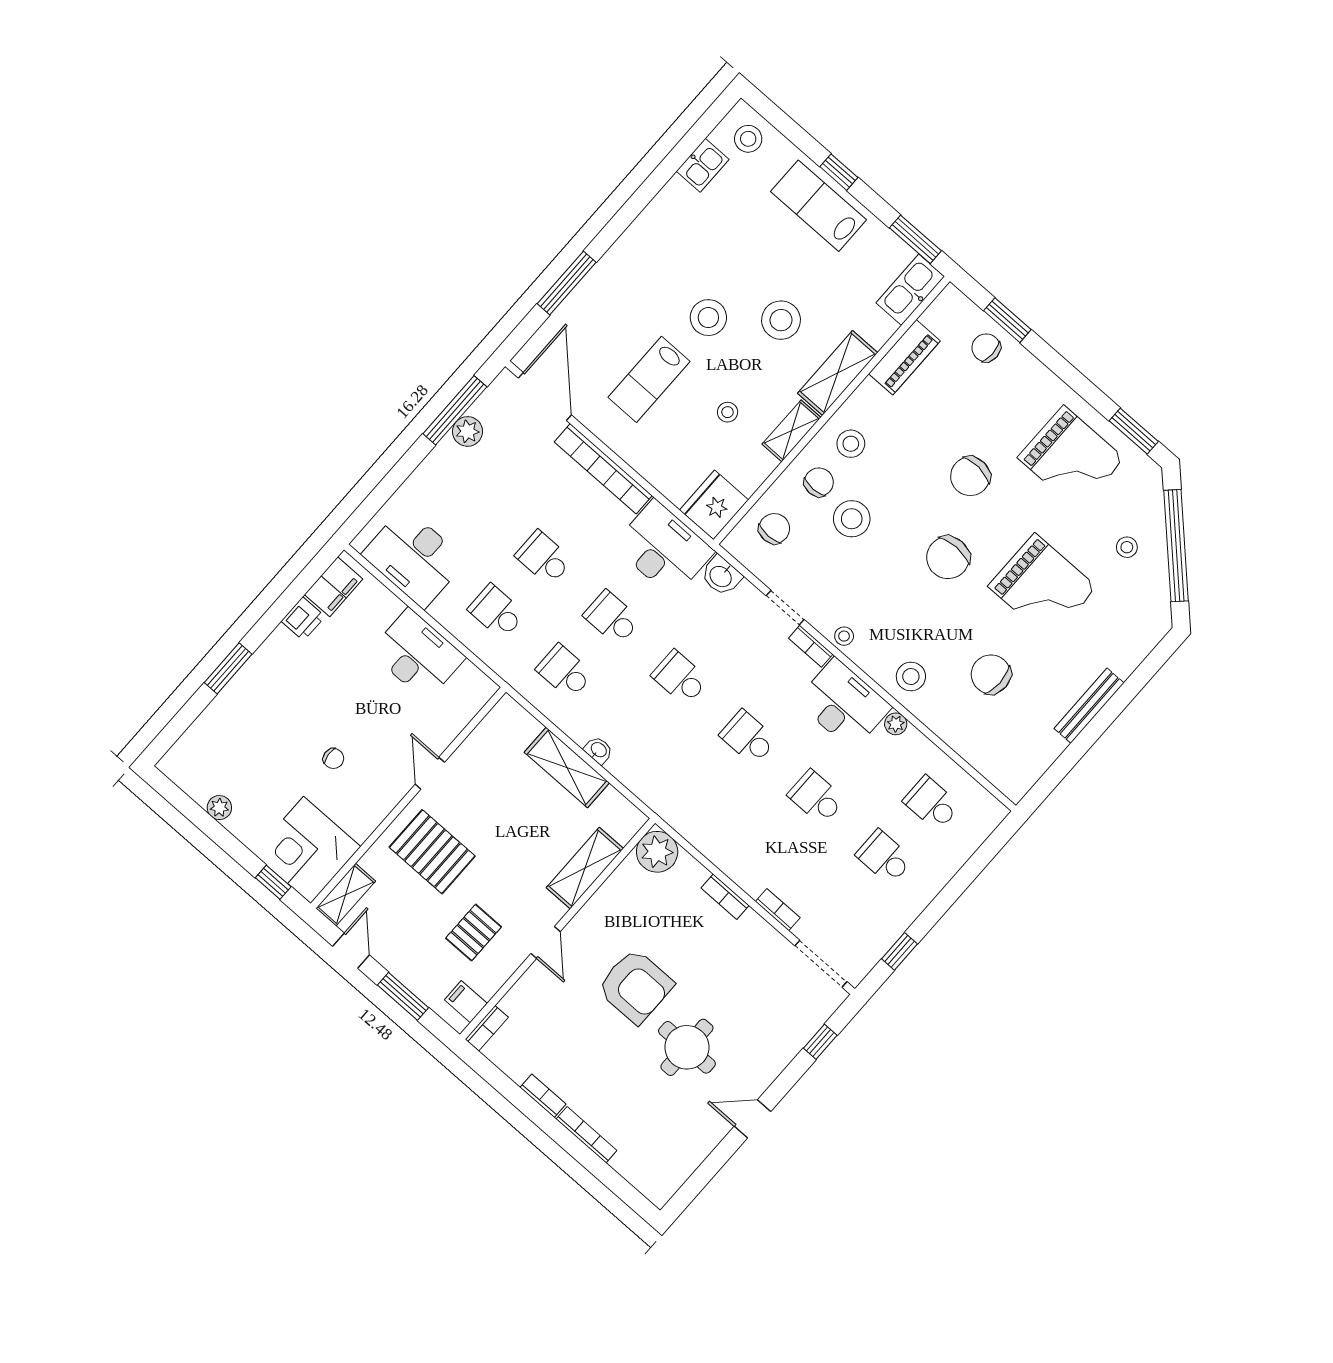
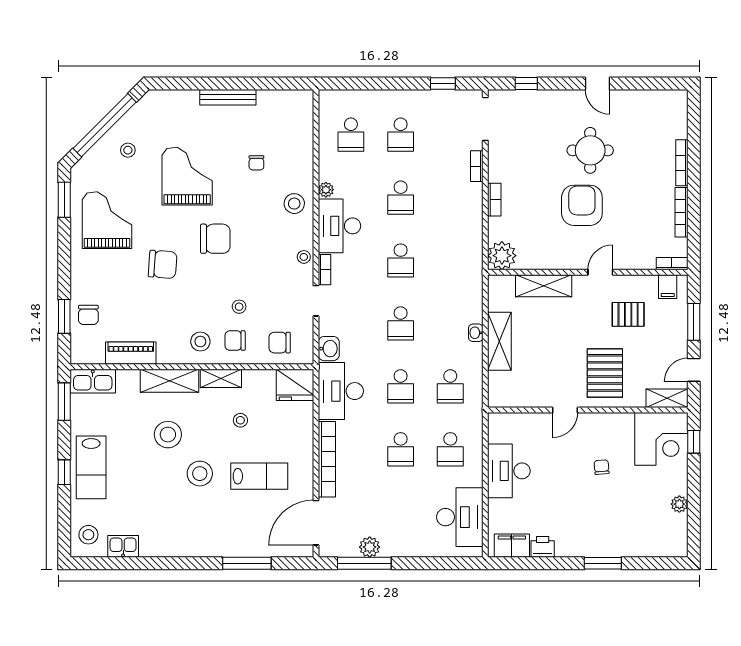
stool: (852, 519) -> (239, 307), width x0.53, depth x0.53
chair: (991, 674) -> (256, 163), width x0.54, depth x0.54
bookcase: (543, 1096) -> (681, 212), width x1.56

